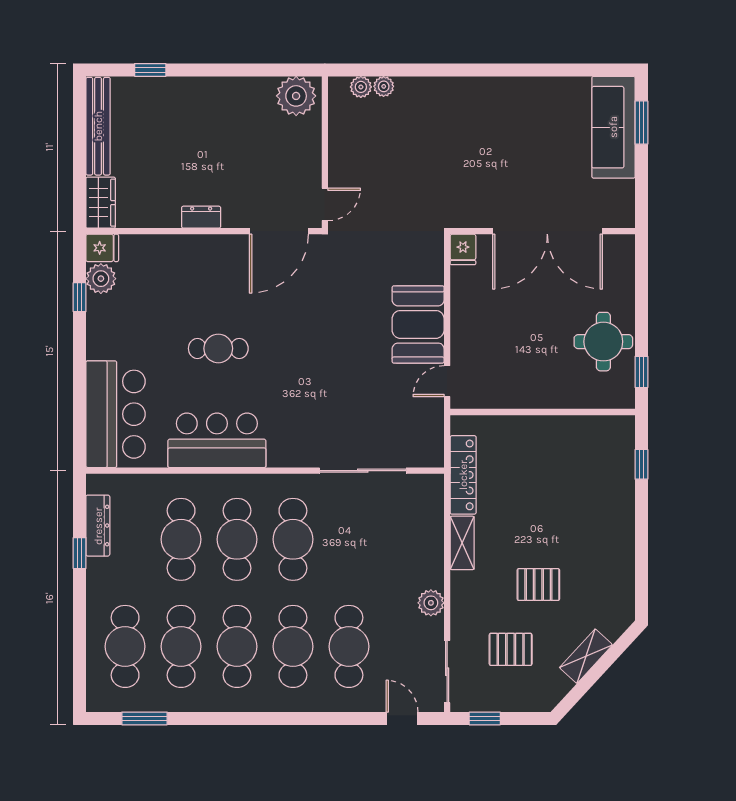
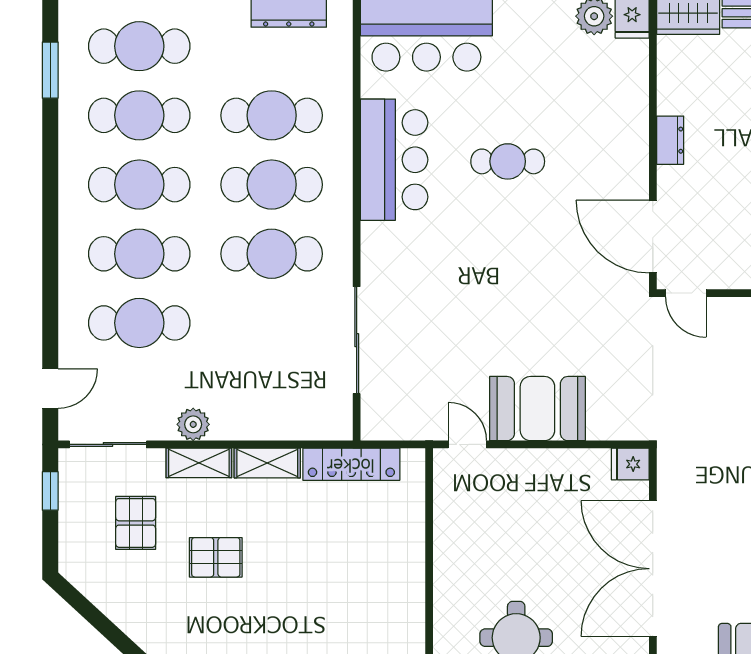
cafe table: (218, 348) -> (508, 161), turned 90
pallet: (538, 585) -> (216, 557), turned 90
shelving: (586, 656) -> (199, 463), moved, turned -43

